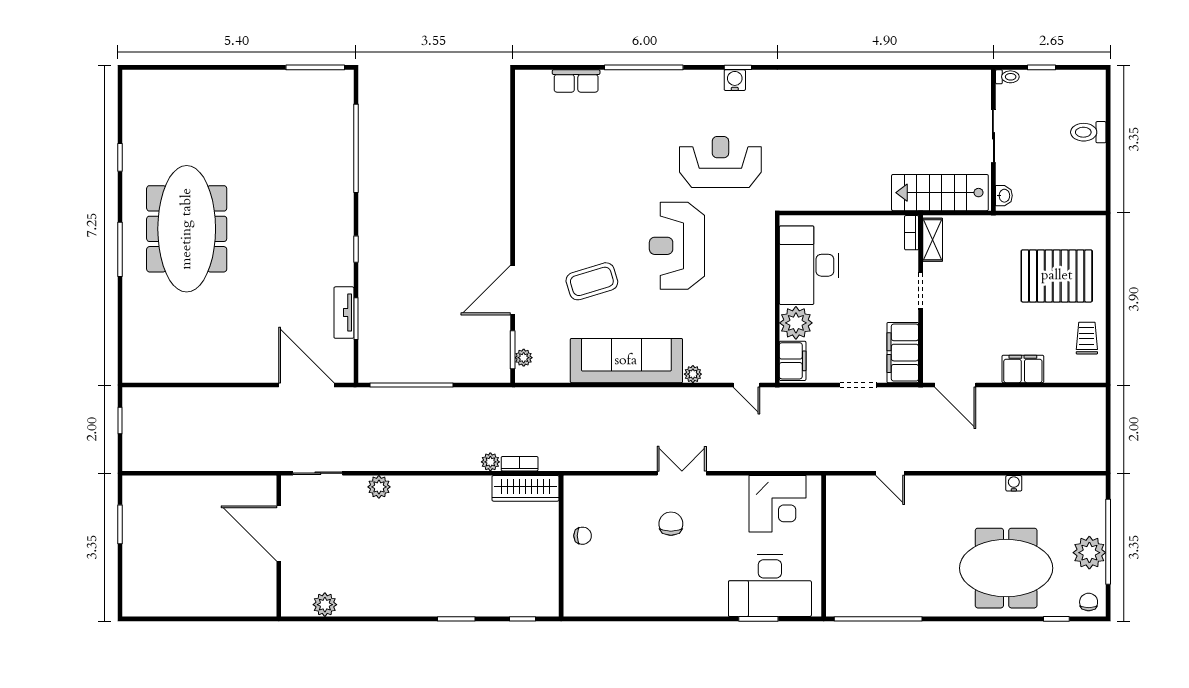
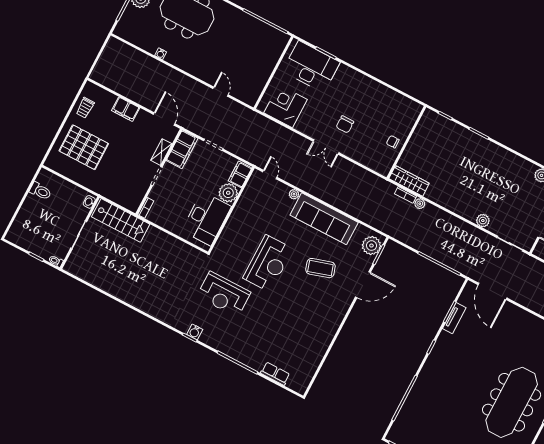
toilet: (1088, 132) -> (40, 191), moved
shelving: (933, 240) -> (161, 152), moved
plant: (524, 358) -> (371, 246), width x1.87, depth x1.87

